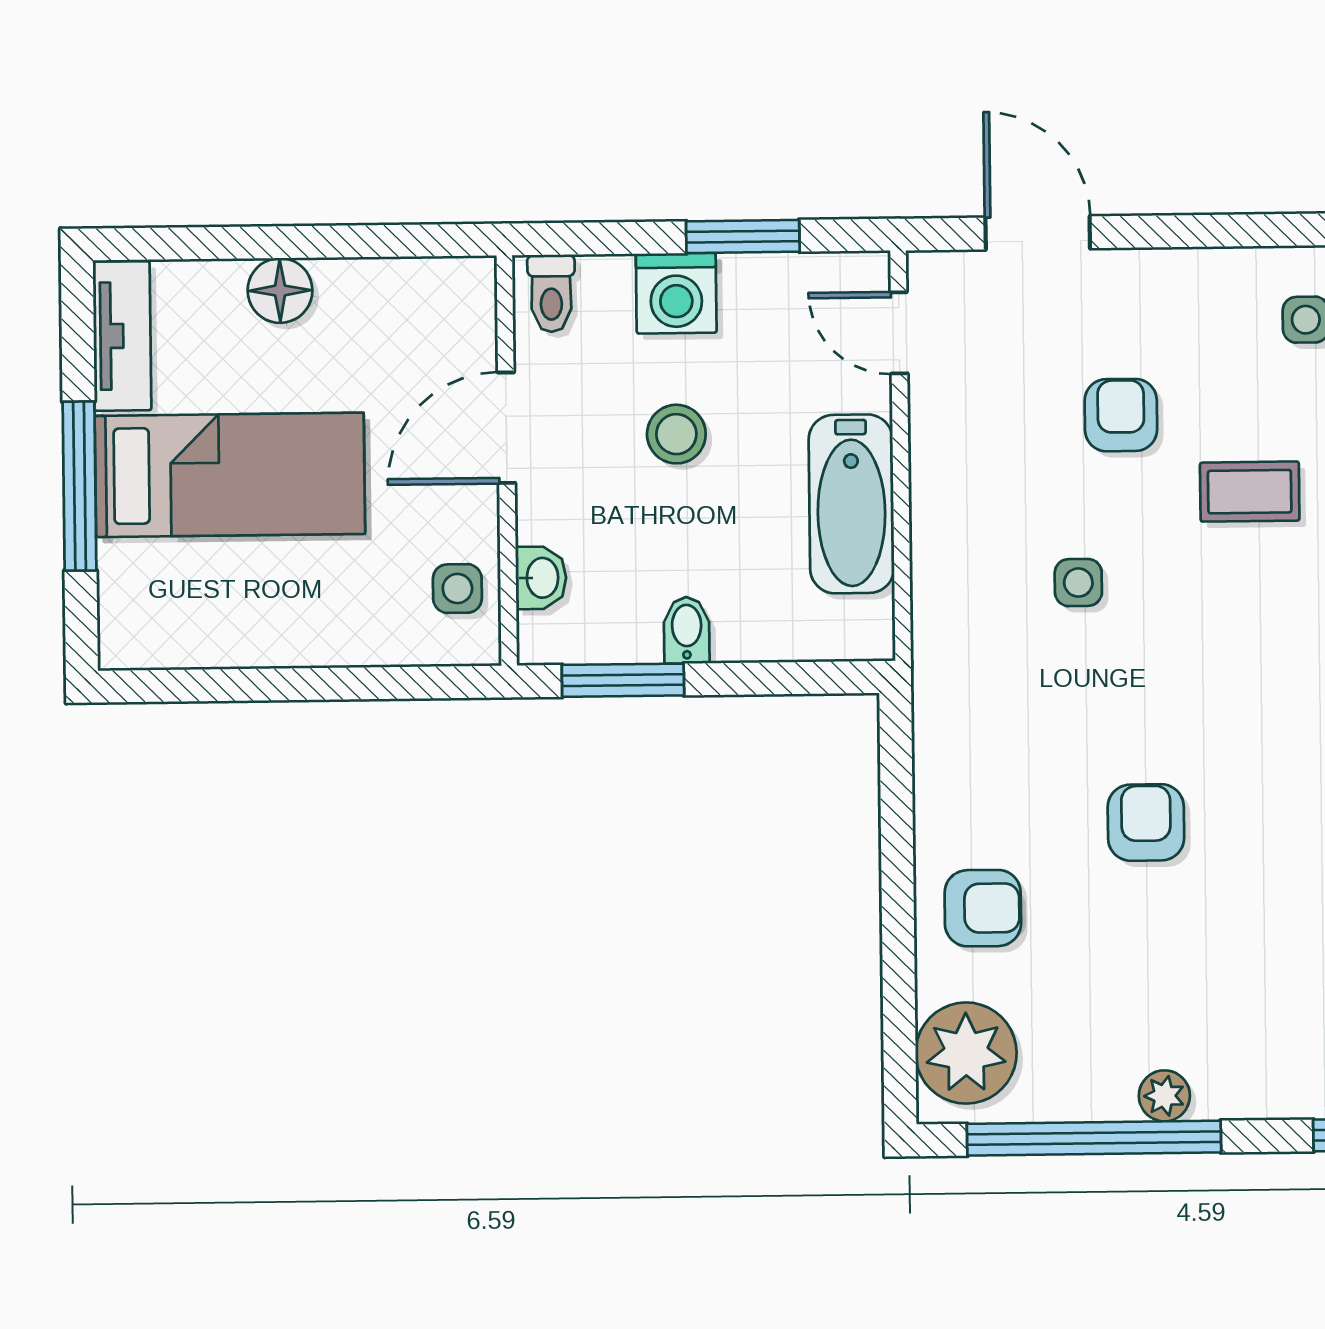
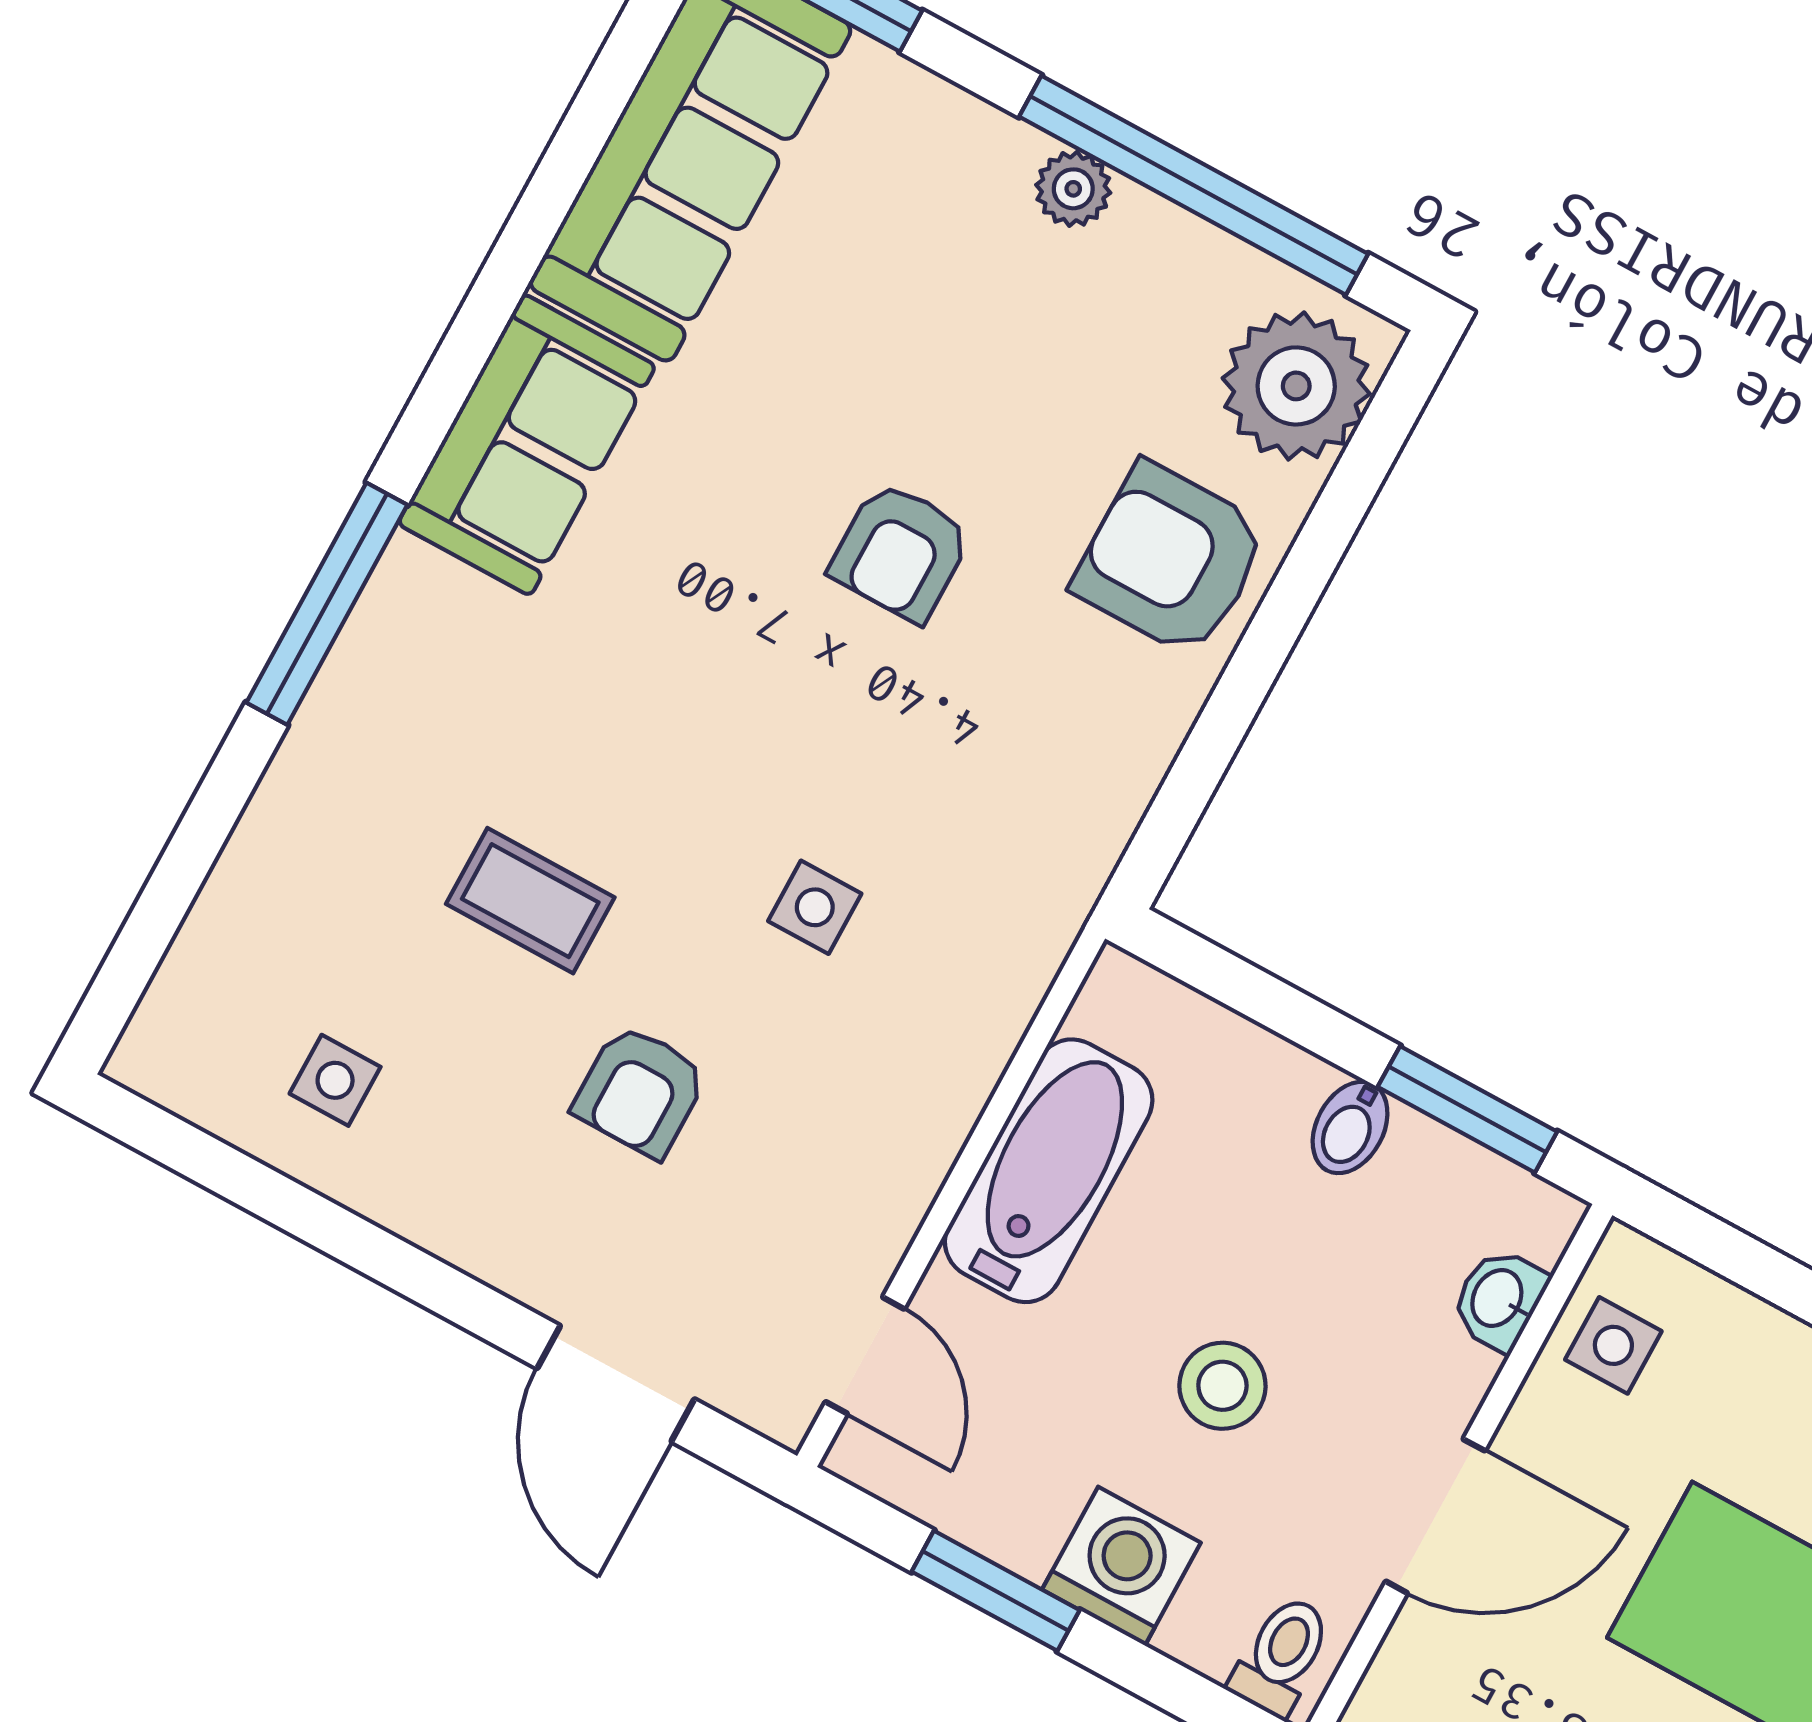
armchair: (983, 908) -> (1171, 559), width x1.38, depth x1.38

